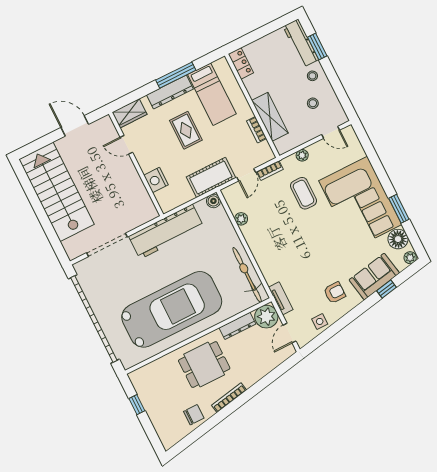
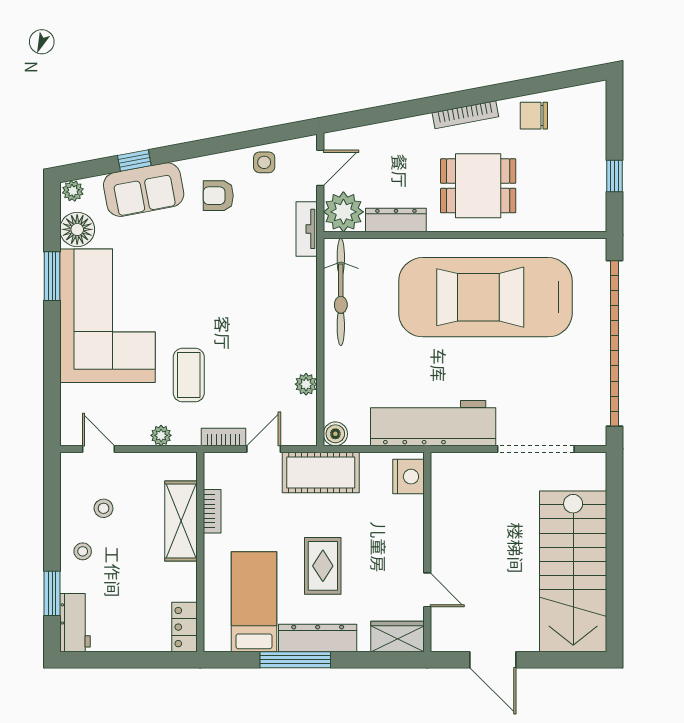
workbench: (301, 43) -> (75, 623), width x0.73
nightstand: (156, 180) -> (408, 477), moved

